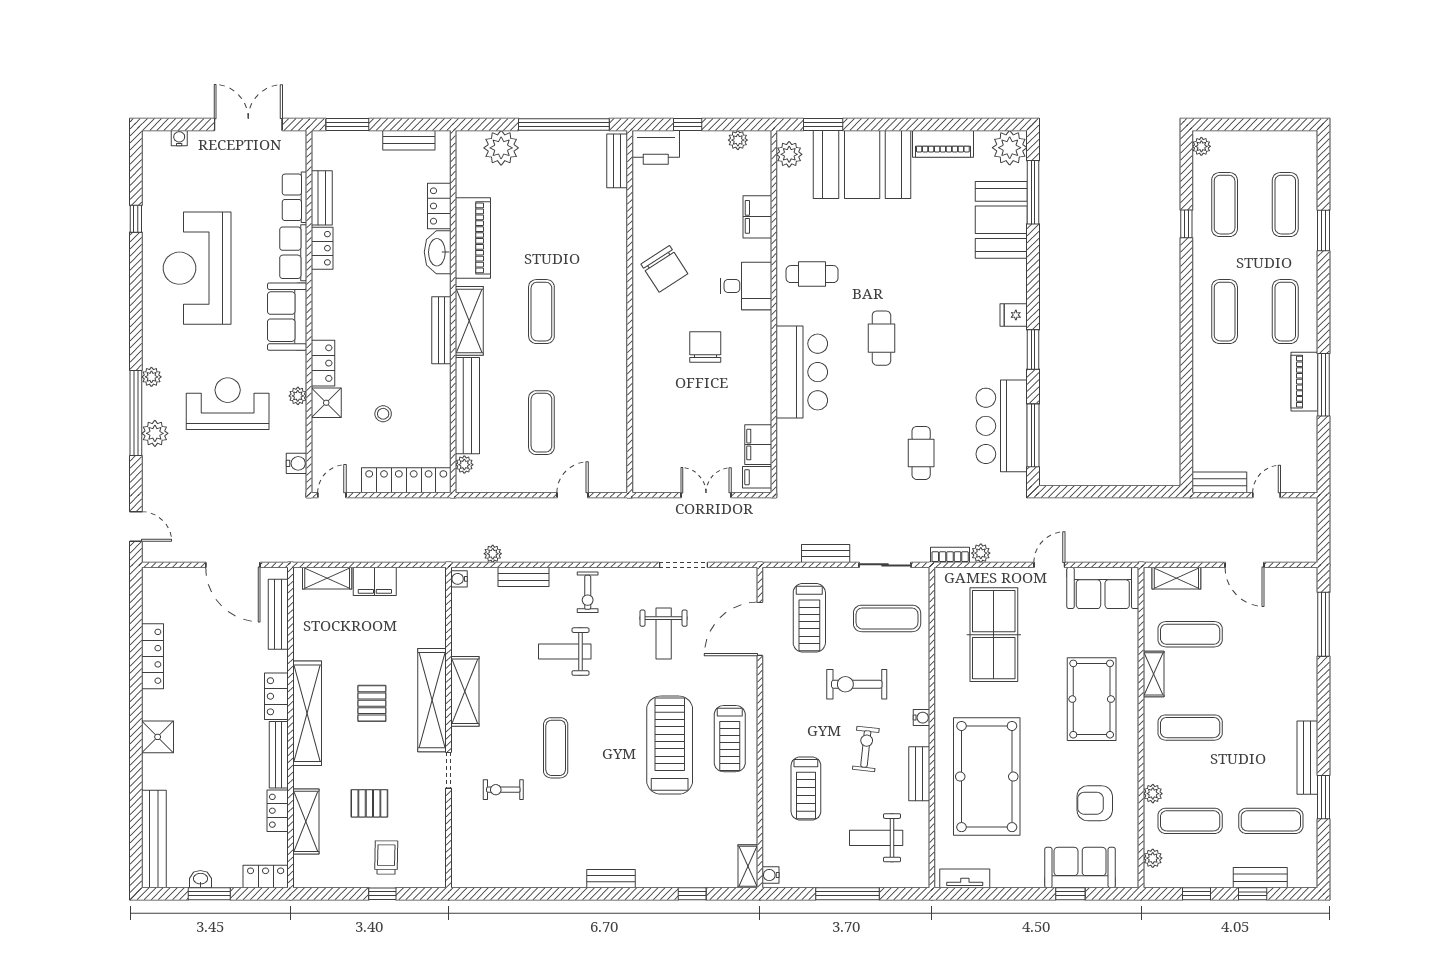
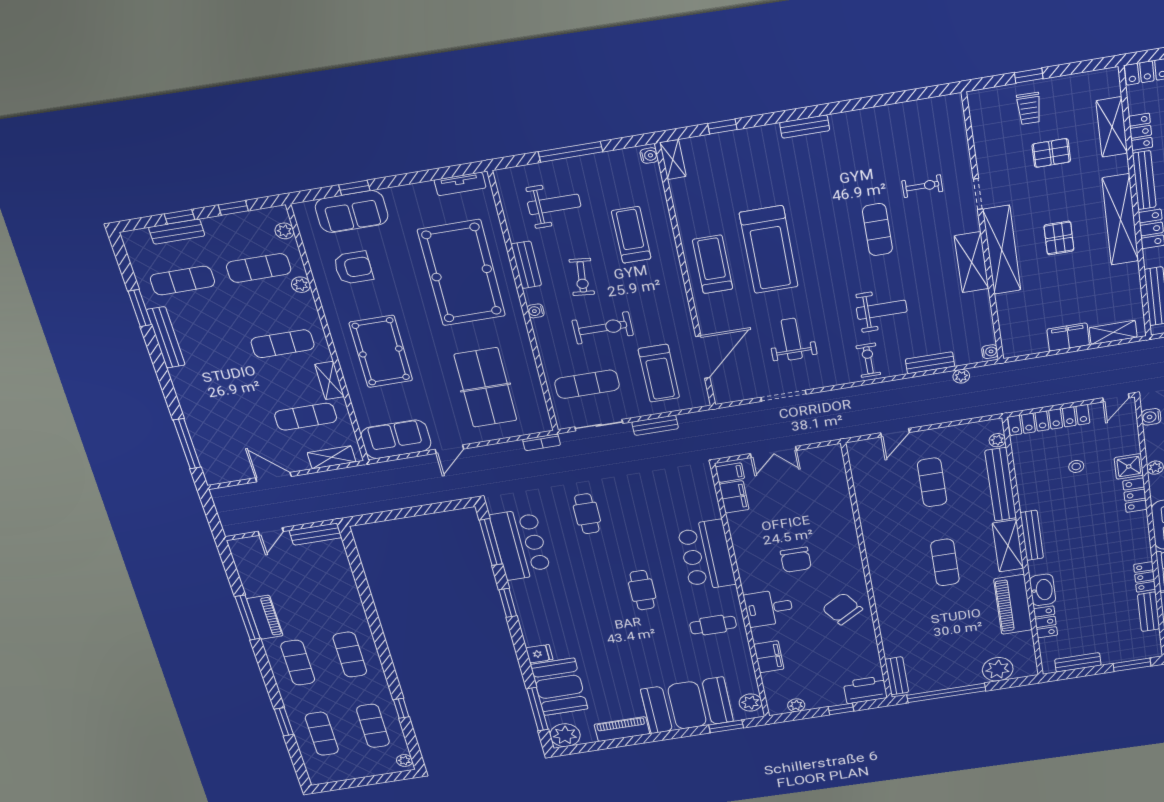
fridge: (1014, 315) -> (539, 654), moved
plant: (981, 553) -> (514, 448), removed
treadmill: (809, 618) -> (659, 373), turned 180

